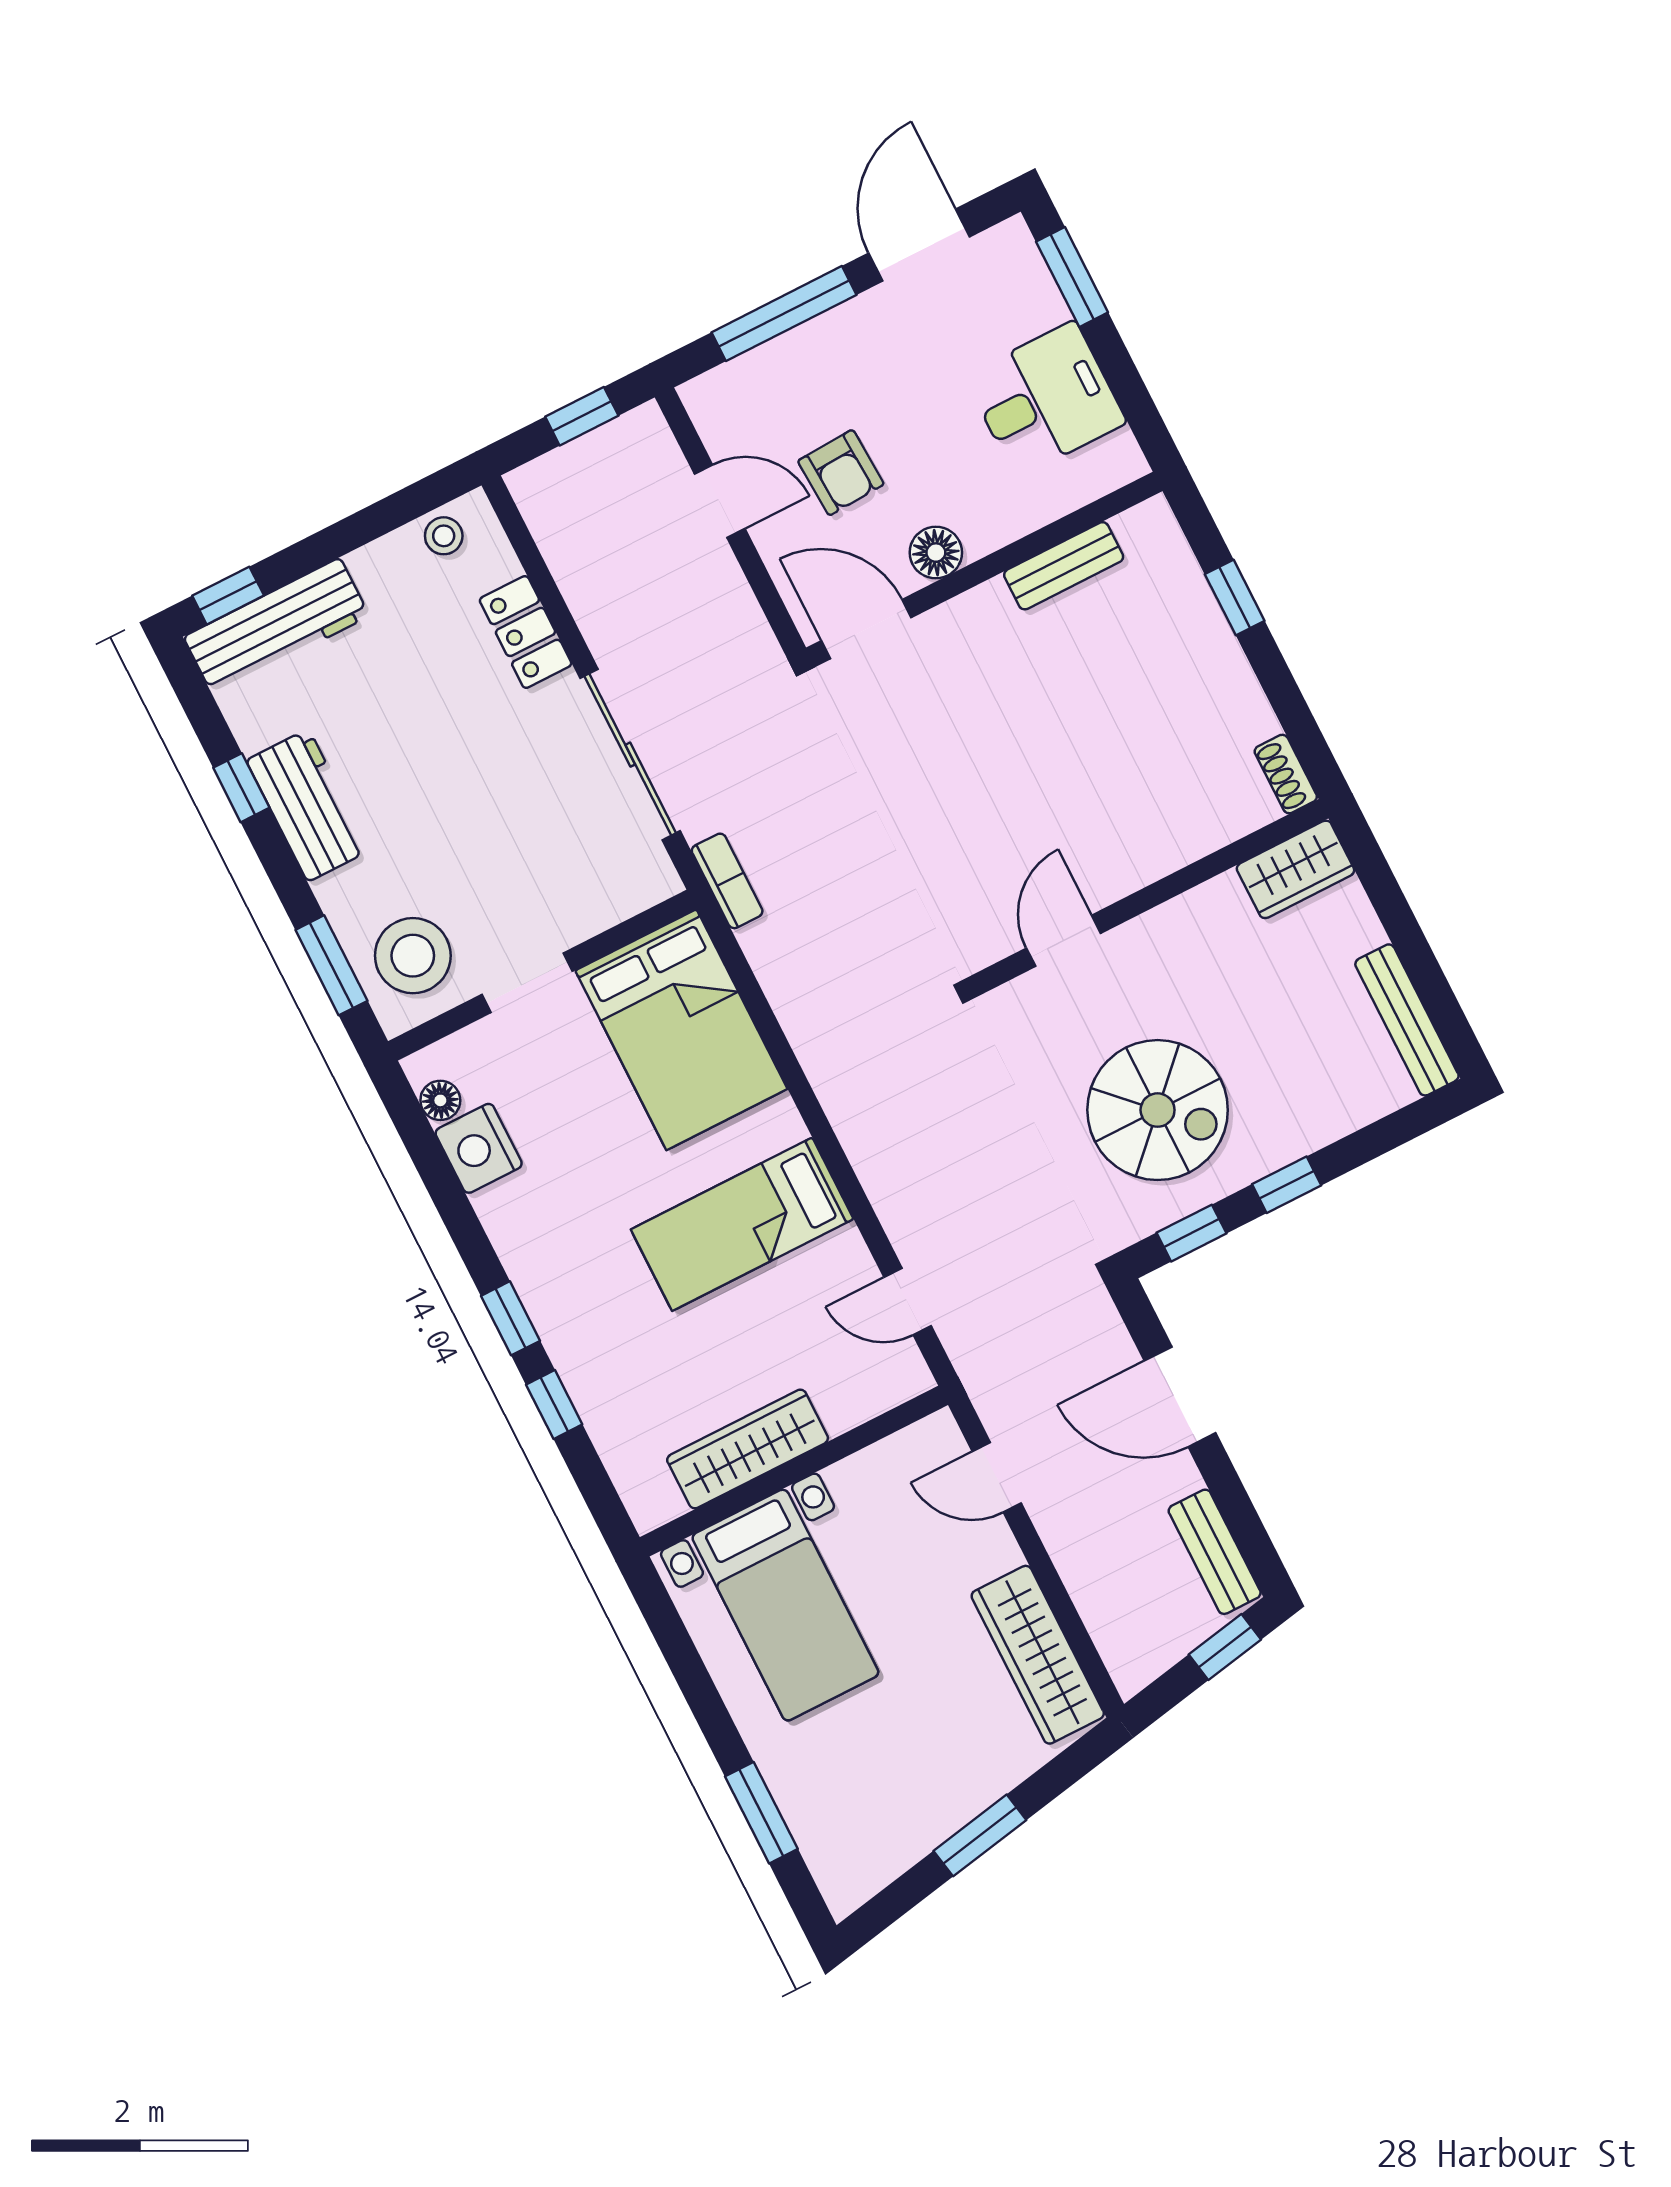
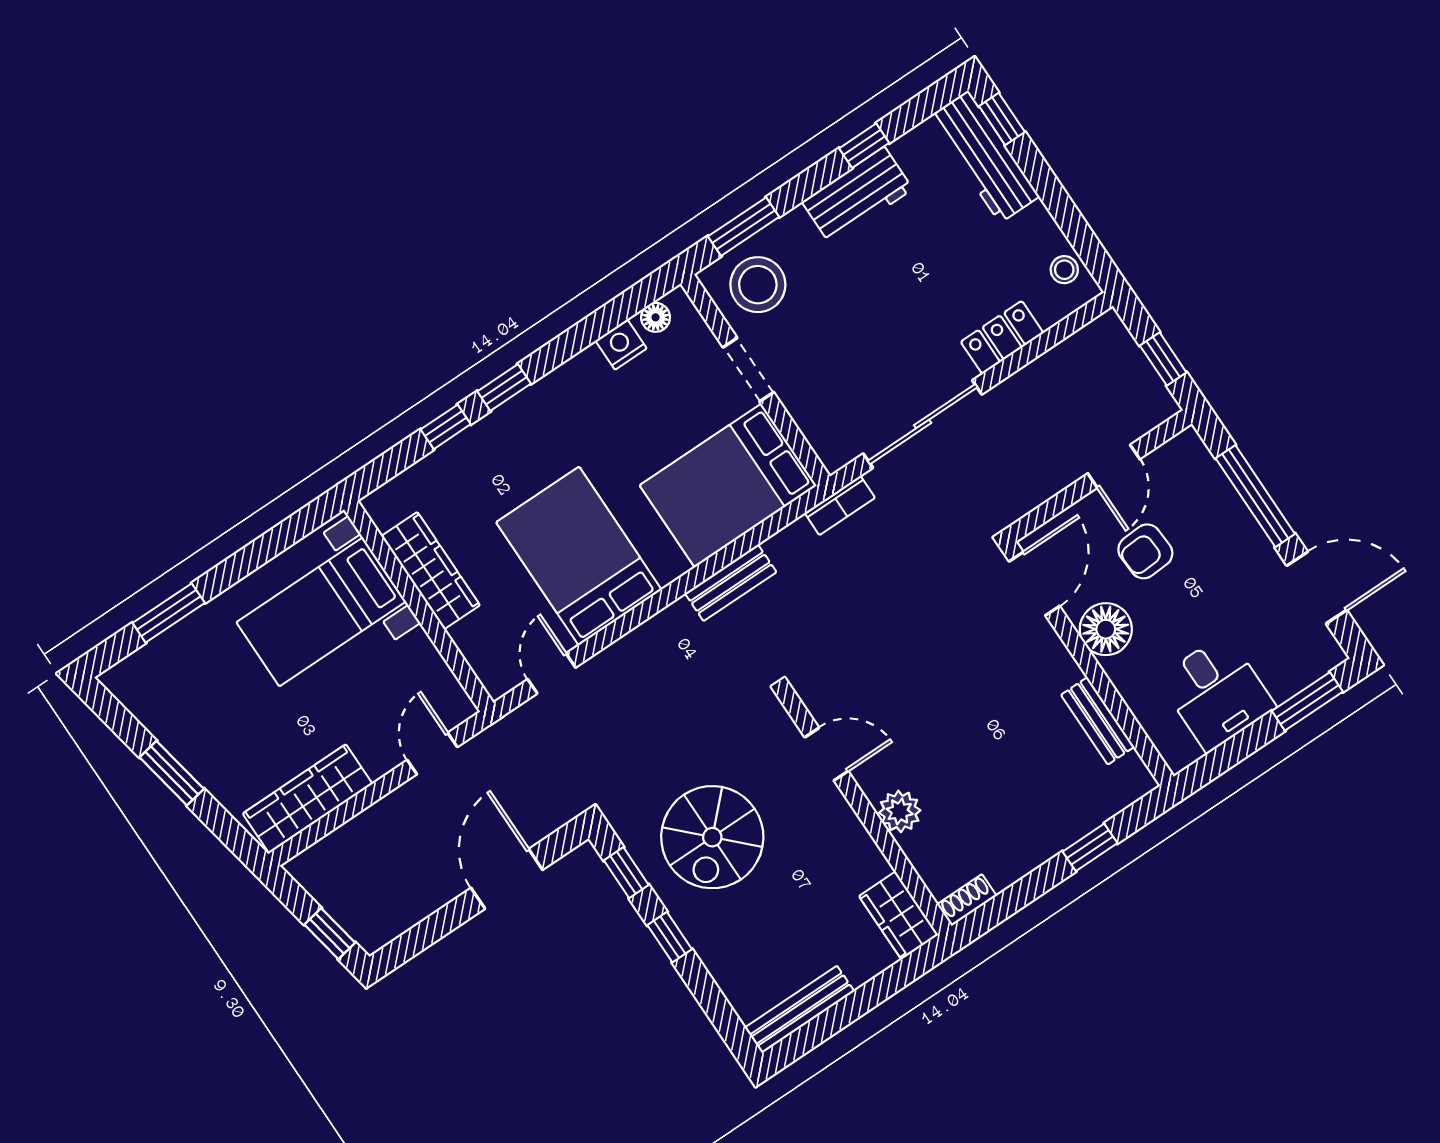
floor lamp: (936, 553) -> (1106, 629), width x1.38, depth x1.38
plant: (1154, 851) -> (900, 811), added
nightstand: (479, 1148) -> (621, 345), width x0.74, depth x0.75
bed: (742, 1224) -> (579, 556), width x1.50
bench: (1215, 1552) -> (731, 583), moved

